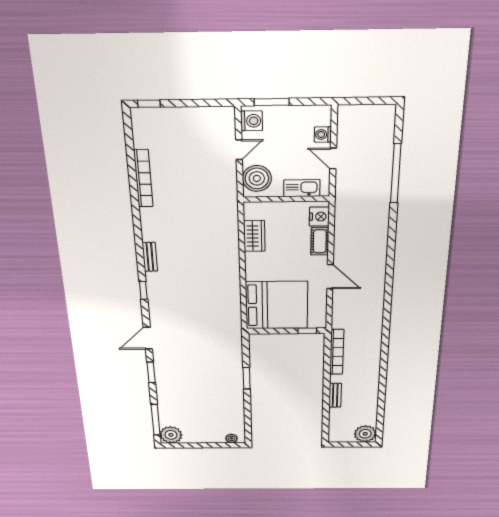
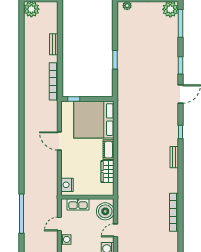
door: (333, 158) -> (59, 224), swing flipped
cot: (320, 241) -> (109, 150), moved

